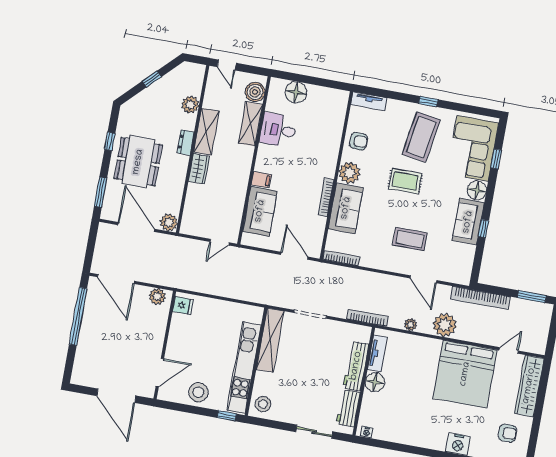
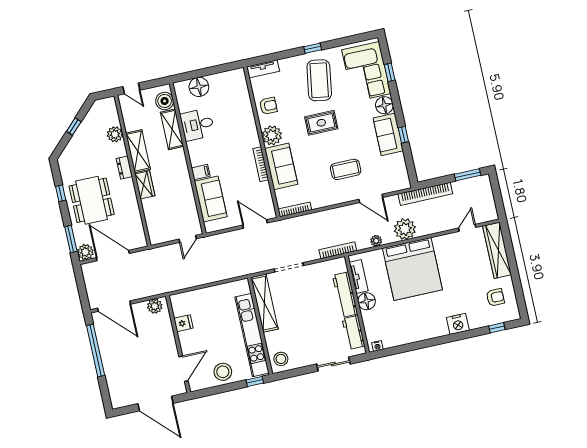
plant: (169, 222) -> (85, 252), moved
fridge: (183, 306) -> (183, 323), moved
bed: (465, 374) -> (412, 269), moved

